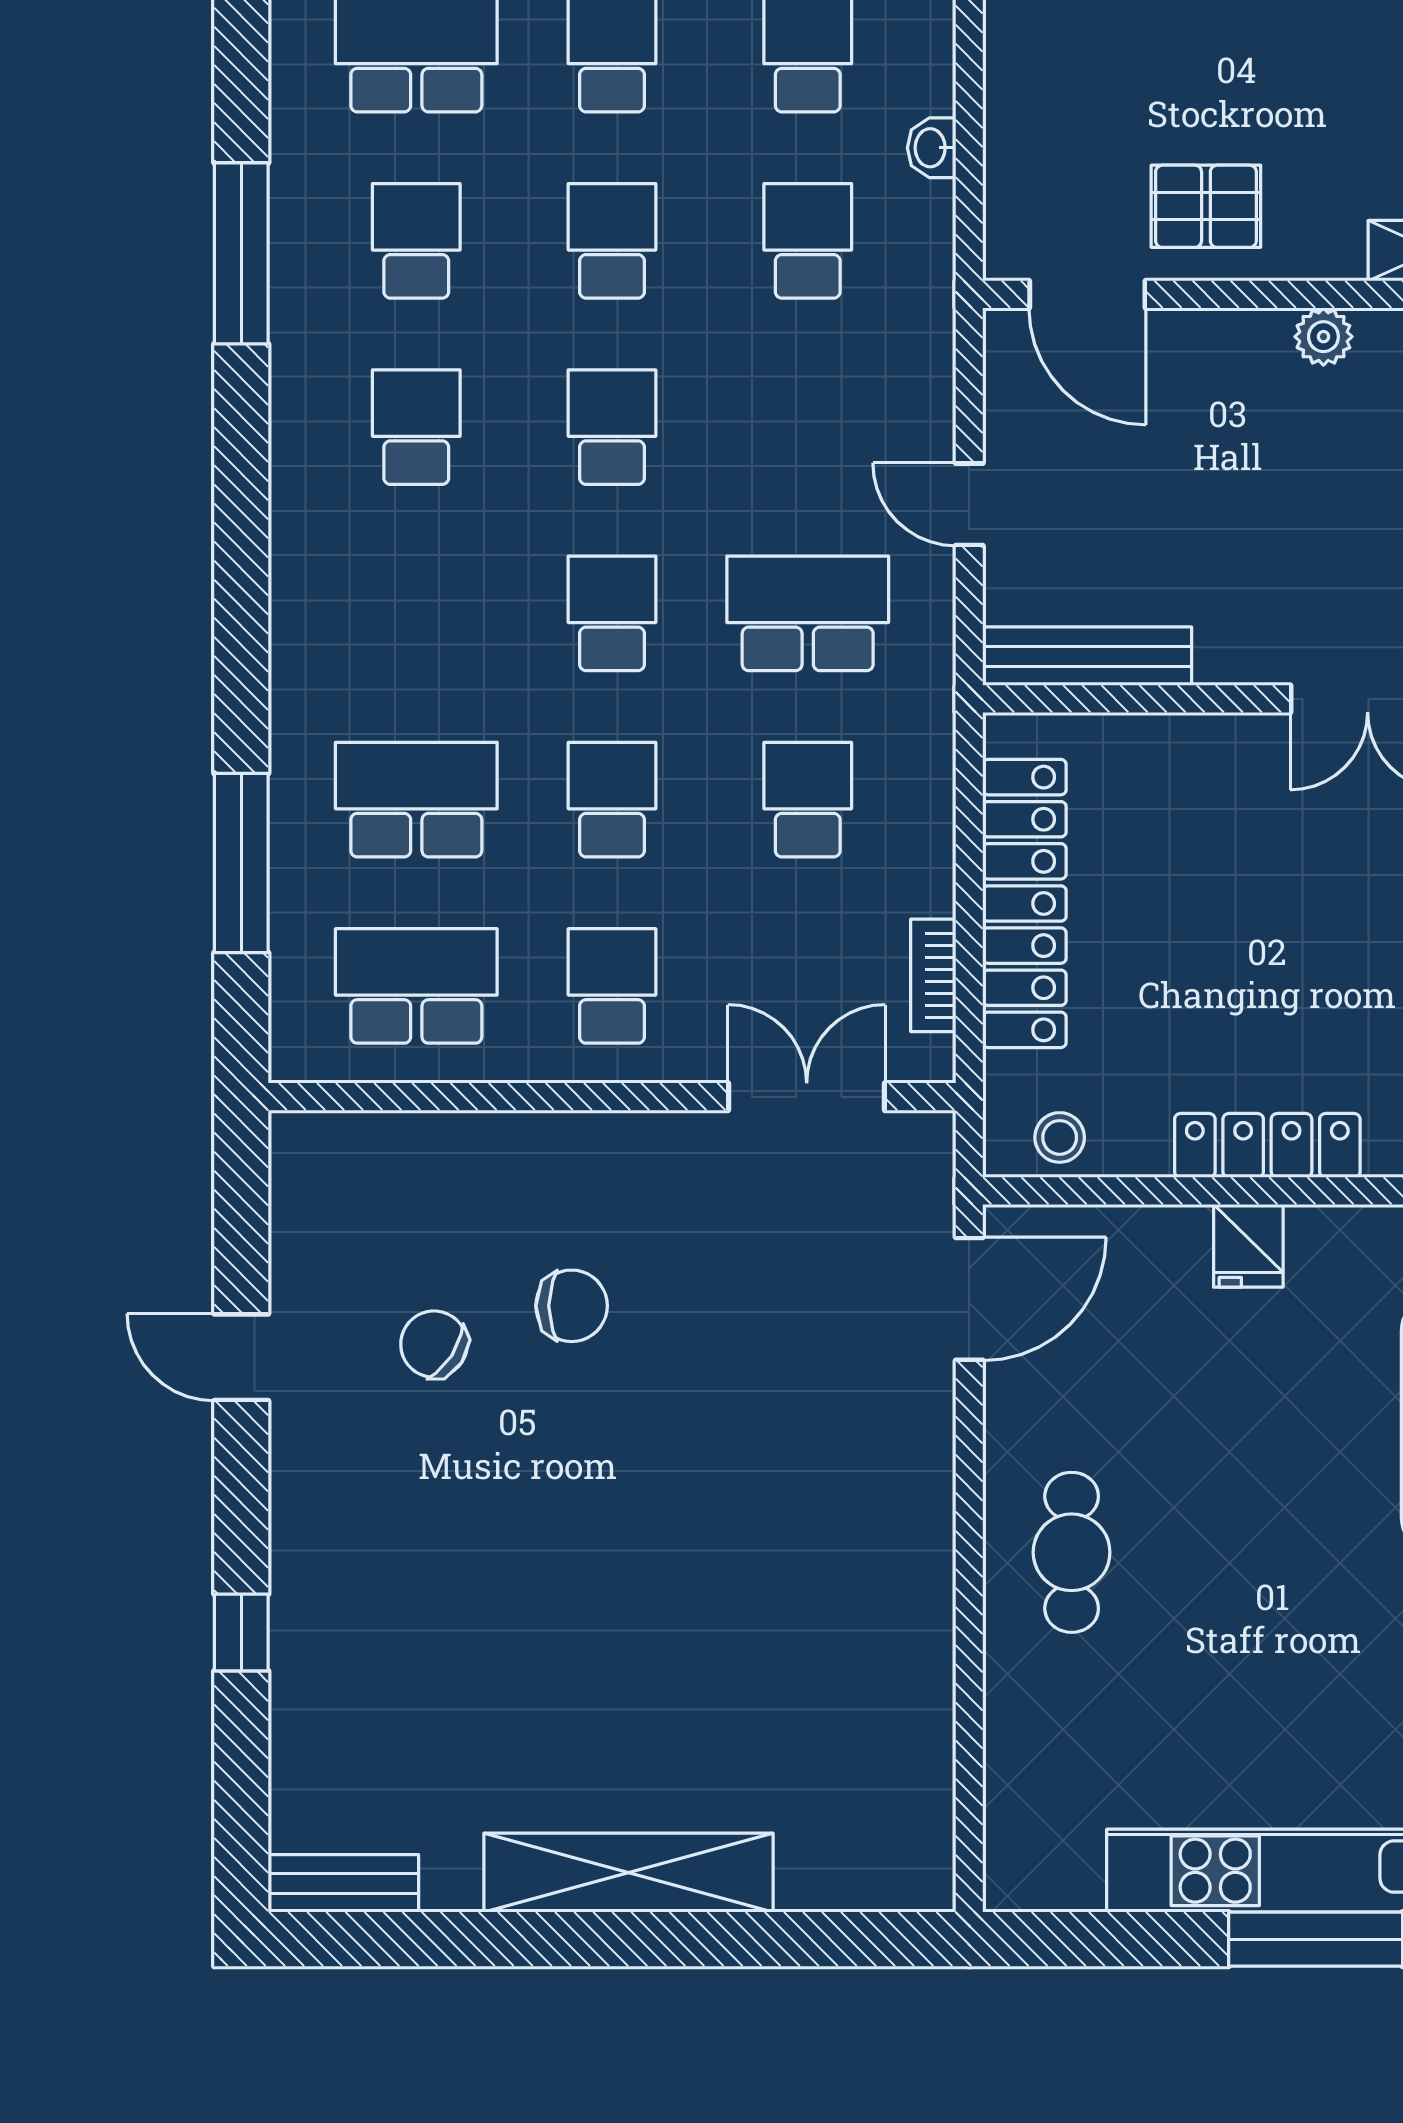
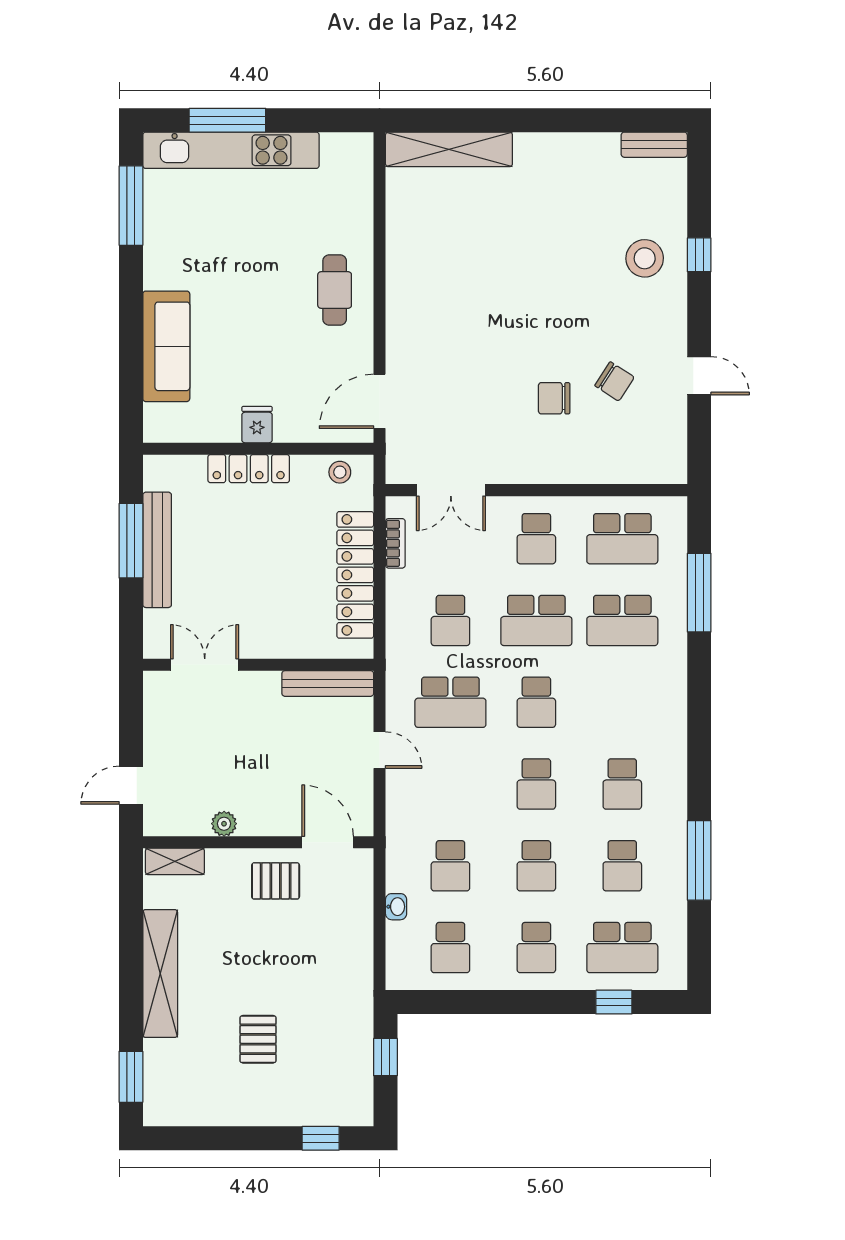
school desk: (612, 800) -> (536, 620), width x1.85
stool: (365, 1625) -> (645, 258), added
shelving: (629, 1873) -> (449, 149), moved

